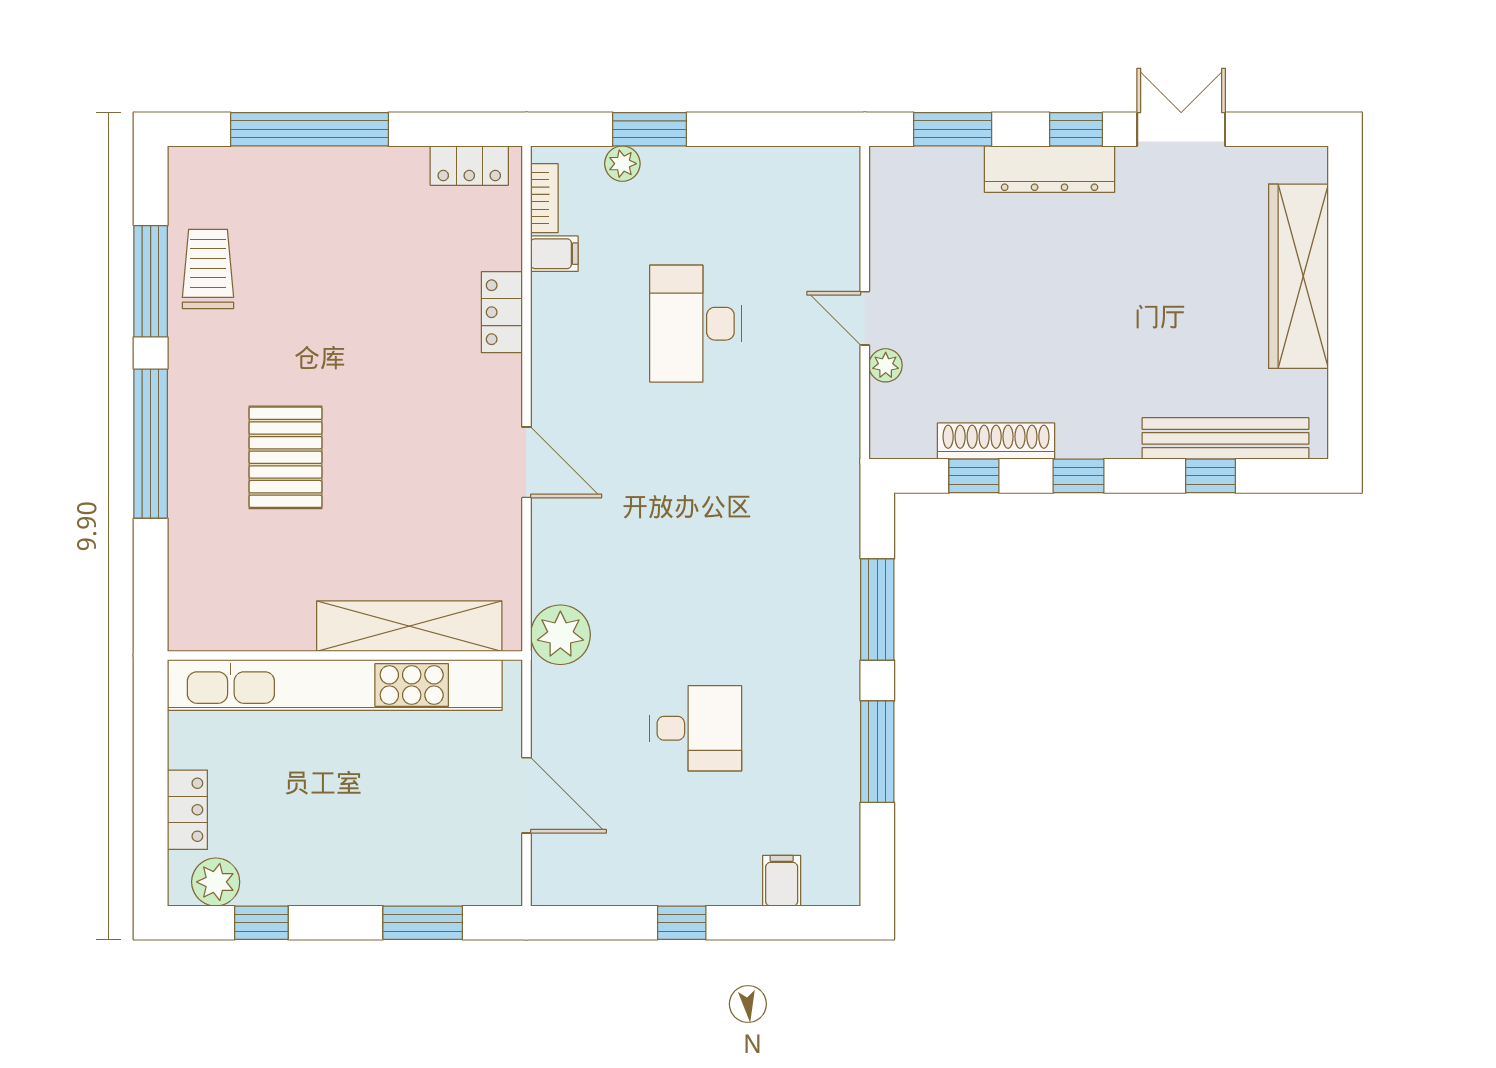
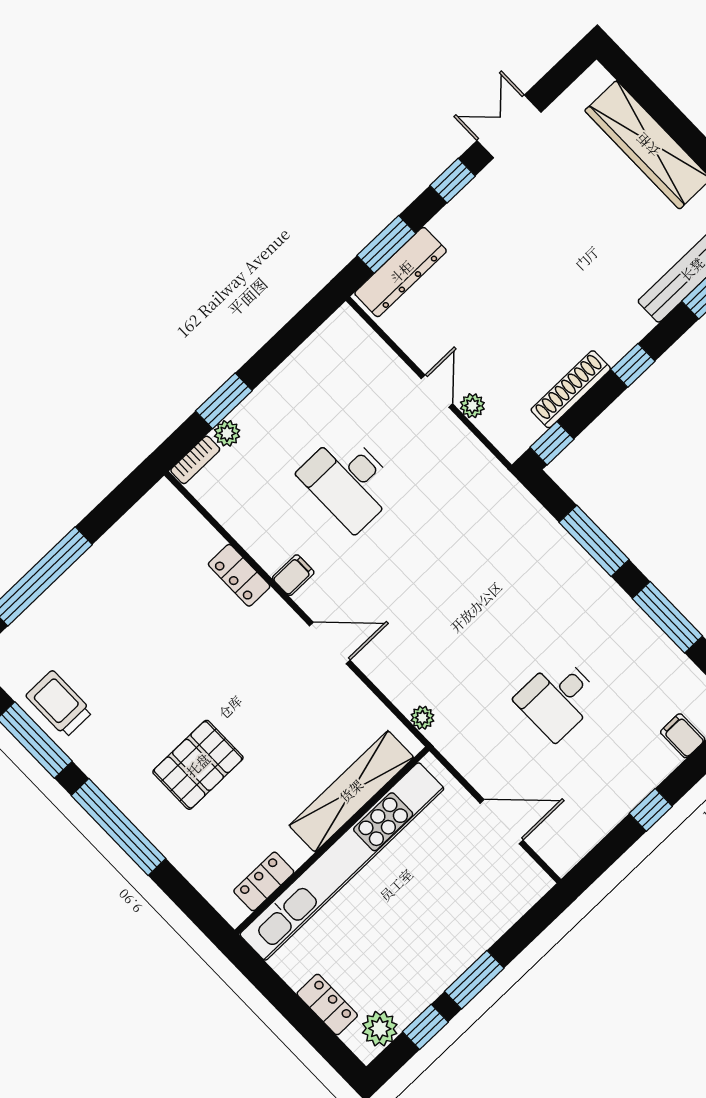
locker: (469, 166) -> (264, 881), moved, turned 180
dresser: (1050, 169) -> (401, 272), moved
bookcase: (544, 198) -> (195, 460), moved, turned 90
filing cabinet: (554, 254) -> (293, 575), moved
door: (865, 318) -> (437, 391), swing flipped
pallet: (285, 457) -> (198, 765), turned 90
window: (974, 476) -> (552, 443), moved
plant: (560, 635) -> (422, 718), width x0.53, depth x0.53
desk: (696, 728) -> (558, 698), turned 180
window: (423, 923) -> (474, 980), moved

